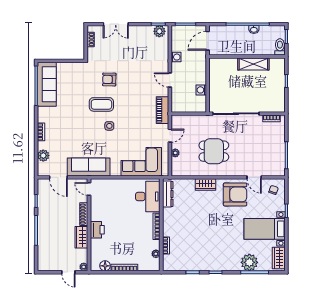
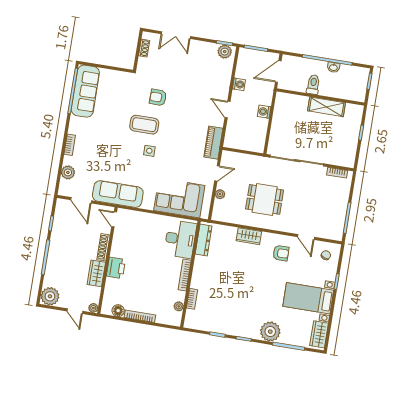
toilet: (280, 47) -> (313, 84), moved
washing machine: (201, 90) -> (264, 112), moved
armchair: (235, 194) -> (281, 253), width x0.53, depth x0.53
plant: (249, 262) -> (270, 332), moved
plant: (45, 263) -> (50, 296), added

